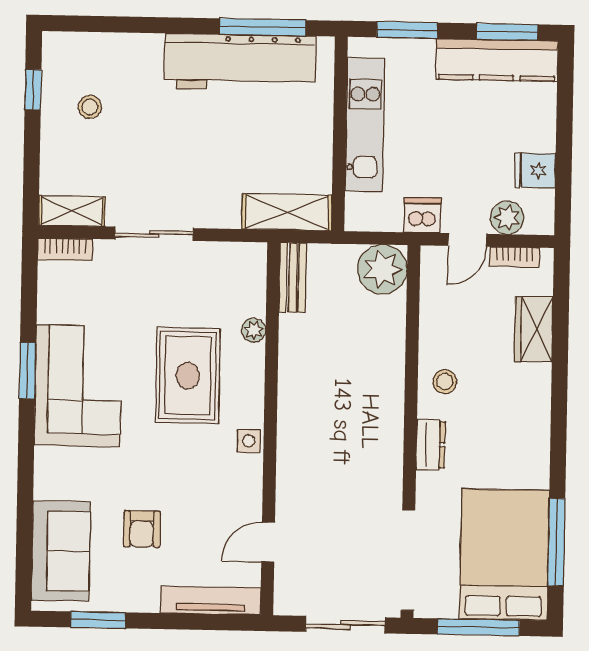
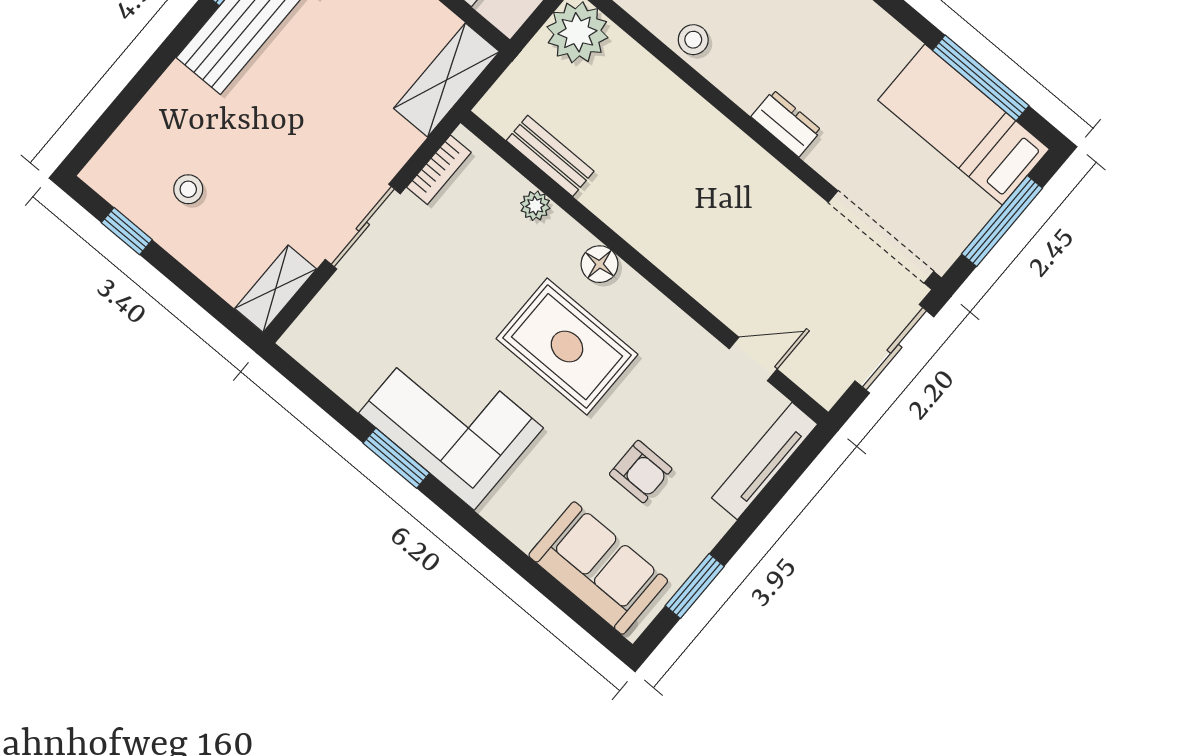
bookcase: (65, 249) -> (439, 170), moved
bench: (293, 278) -> (550, 156), moved
rug: (188, 376) -> (567, 347), moved
stool: (445, 382) -> (693, 40), moved
floor lamp: (250, 399) -> (600, 264), added
side table: (249, 441) -> (639, 298), removed
door: (268, 542) -> (753, 359), swing flipped
bed: (504, 555) -> (964, 125), width x0.67

